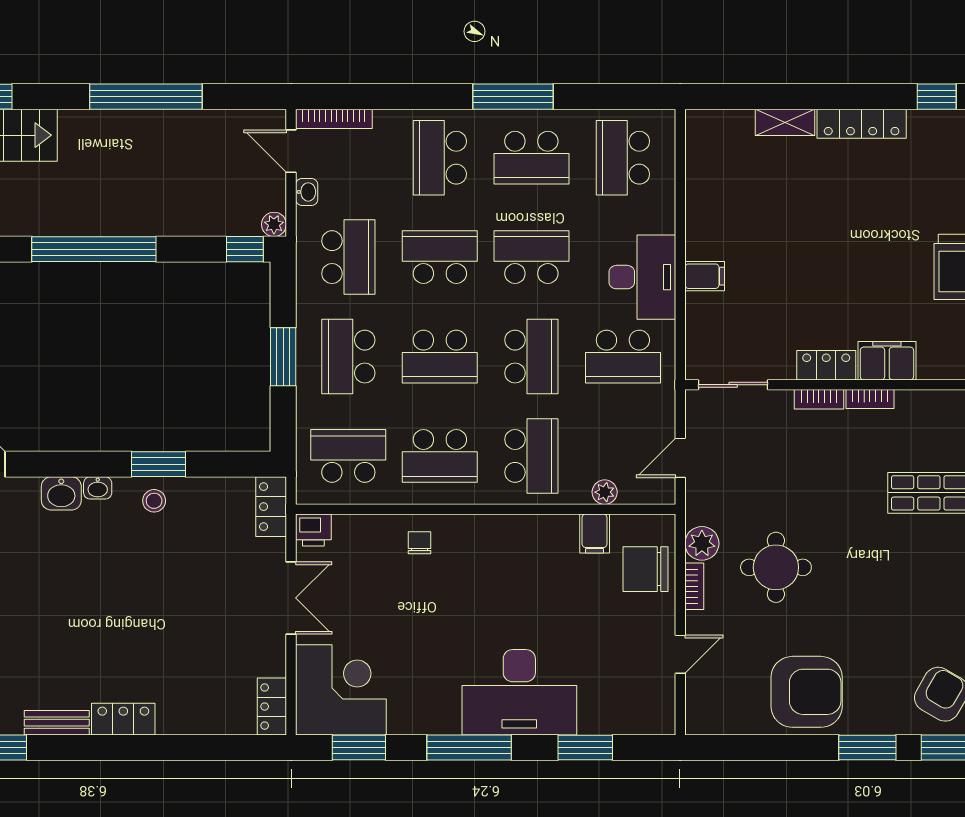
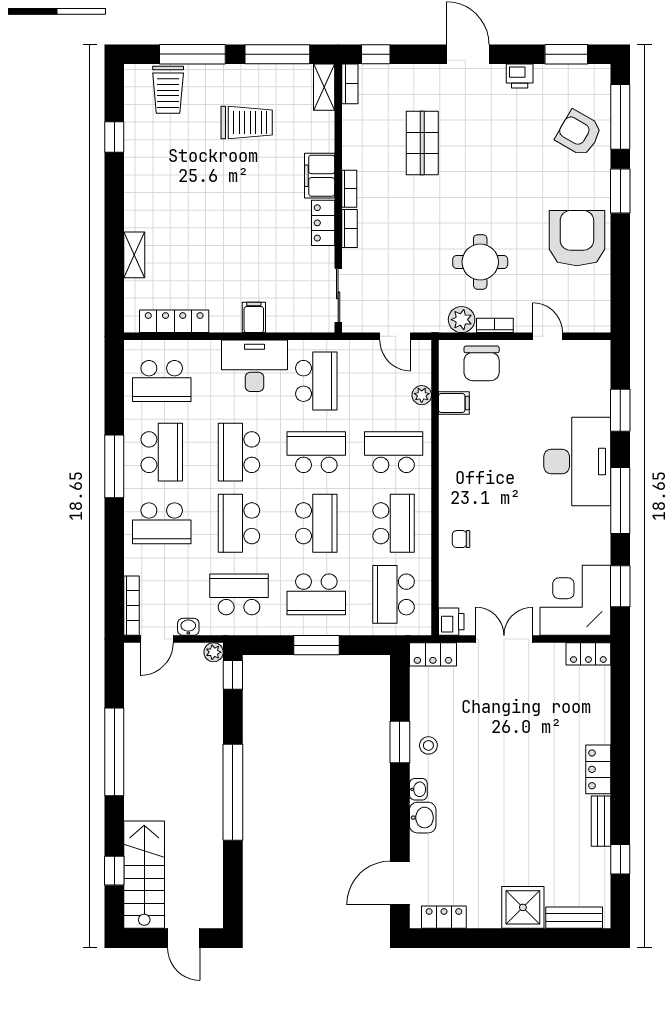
locker: (862, 124) -> (174, 321), moved, turned -90

